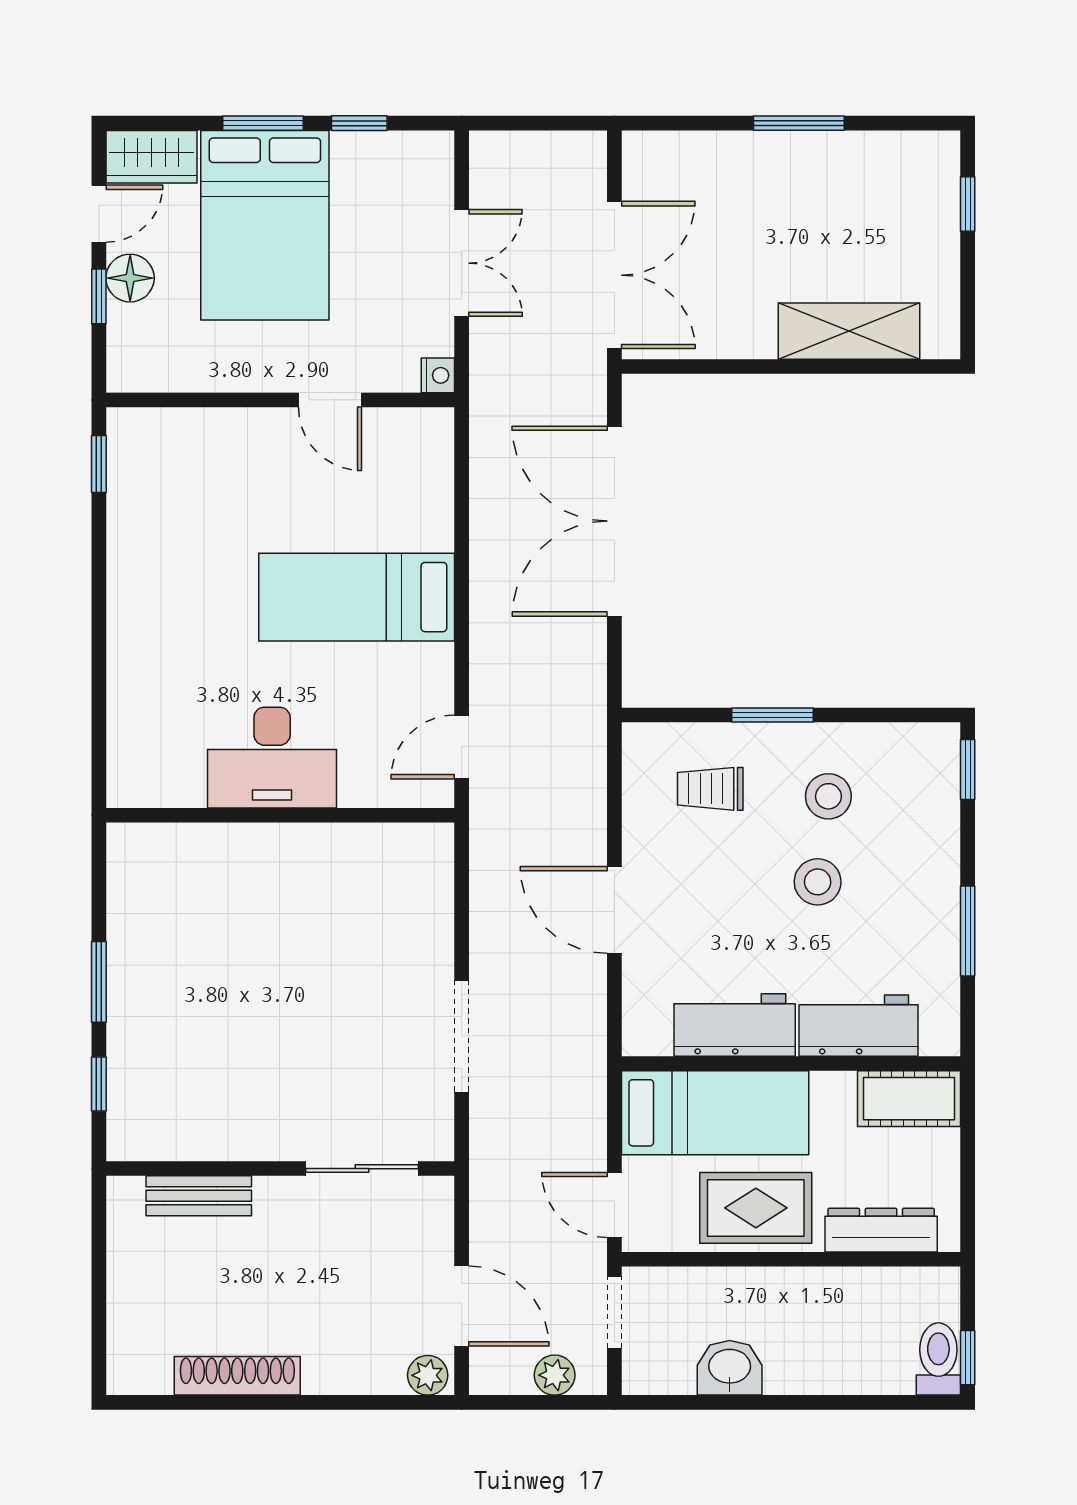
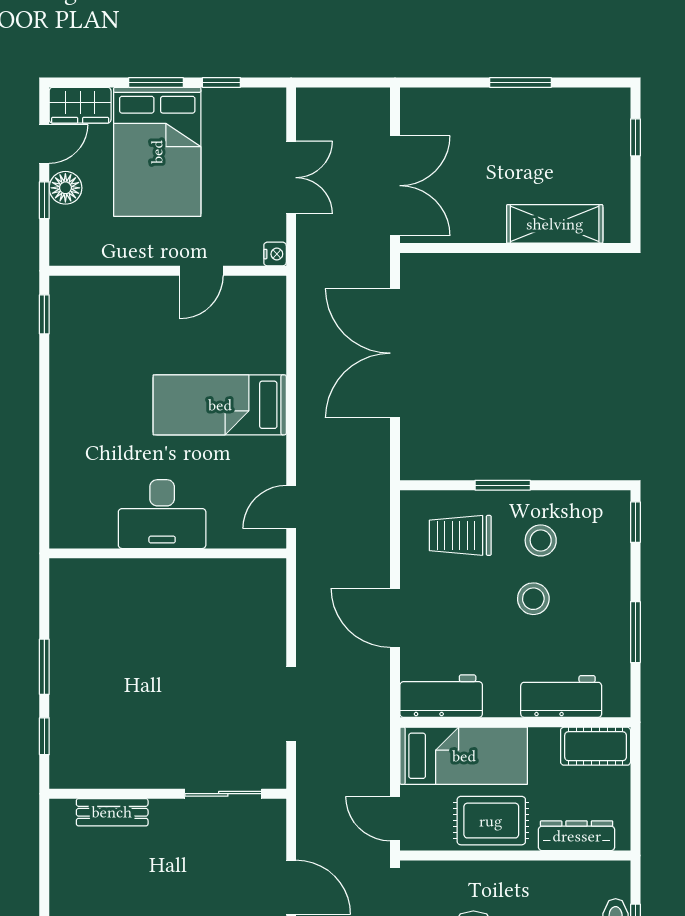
door: (330, 400) -> (202, 271), hinge flipped
trolley: (710, 789) -> (460, 535), width x1.36, depth x1.39
workbench: (735, 1025) -> (441, 696), moved

